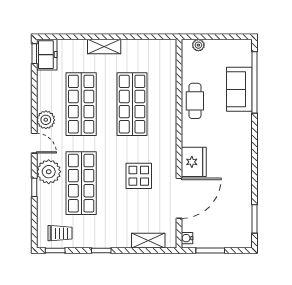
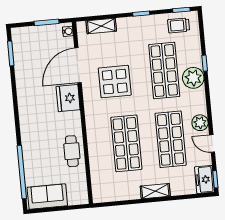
plant: (198, 45) -> (73, 200), removed
sofa: (239, 89) -> (47, 196), moved, turned -90
door: (34, 143) -> (212, 144), moved
display table: (139, 176) -> (115, 82), width x1.36, depth x1.36

